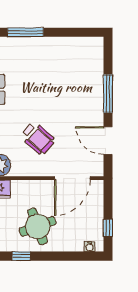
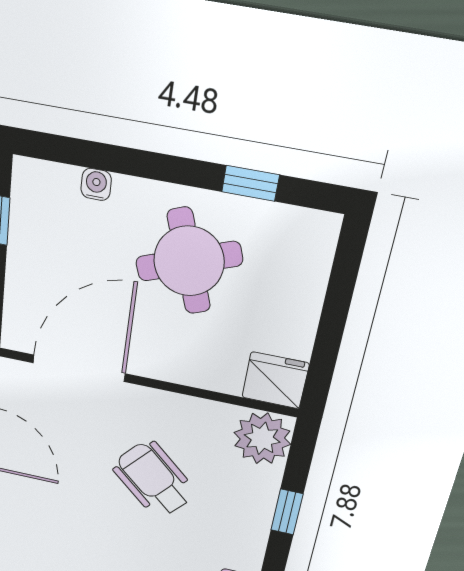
water cooler: (90, 247) -> (96, 184), moved

